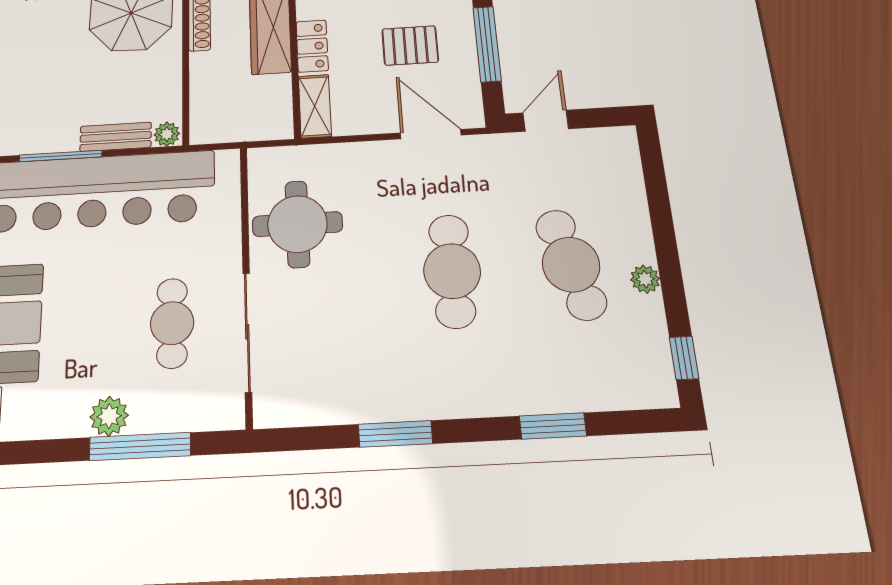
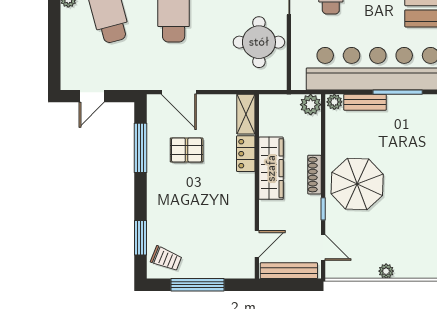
door: (546, 121) -> (92, 96), moved
plant: (207, 128) -> (311, 105), added

